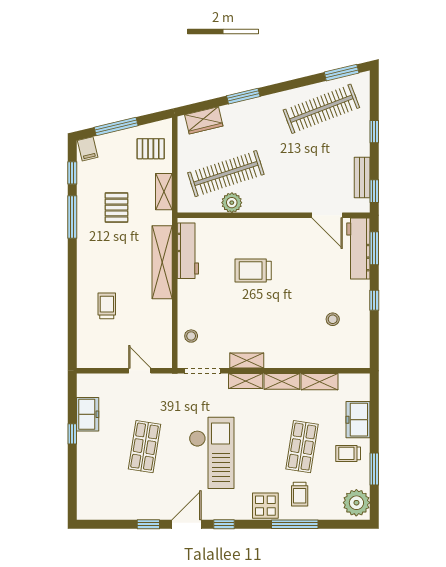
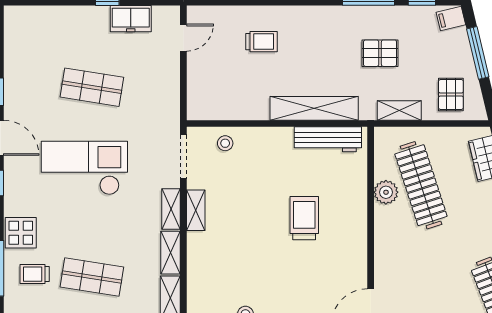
door: (140, 371) -> (183, 38), moved
checkout: (212, 453) -> (84, 168), turned 180

